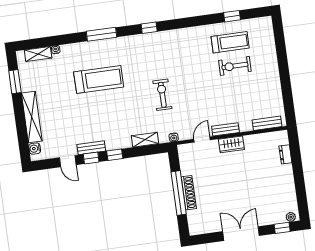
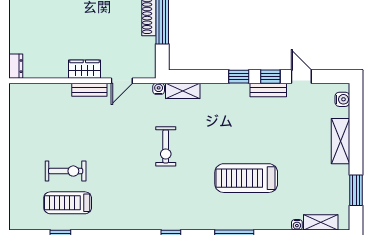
shelving: (32, 117) -> (340, 141), width x0.68
bench: (267, 123) -> (34, 90), removed
shelving: (145, 140) -> (183, 91), moved
dresser: (285, 154) -> (16, 66), moved

